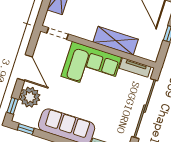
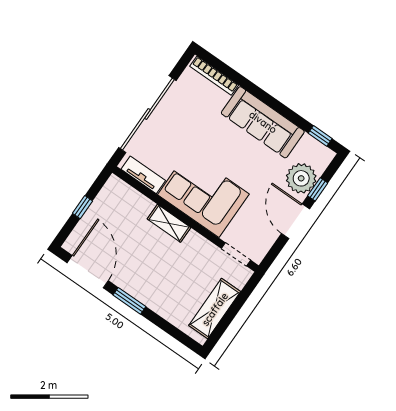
shelving: (116, 41) -> (169, 223), width x0.67, depth x0.75
window: (12, 106) -> (318, 189), moved

